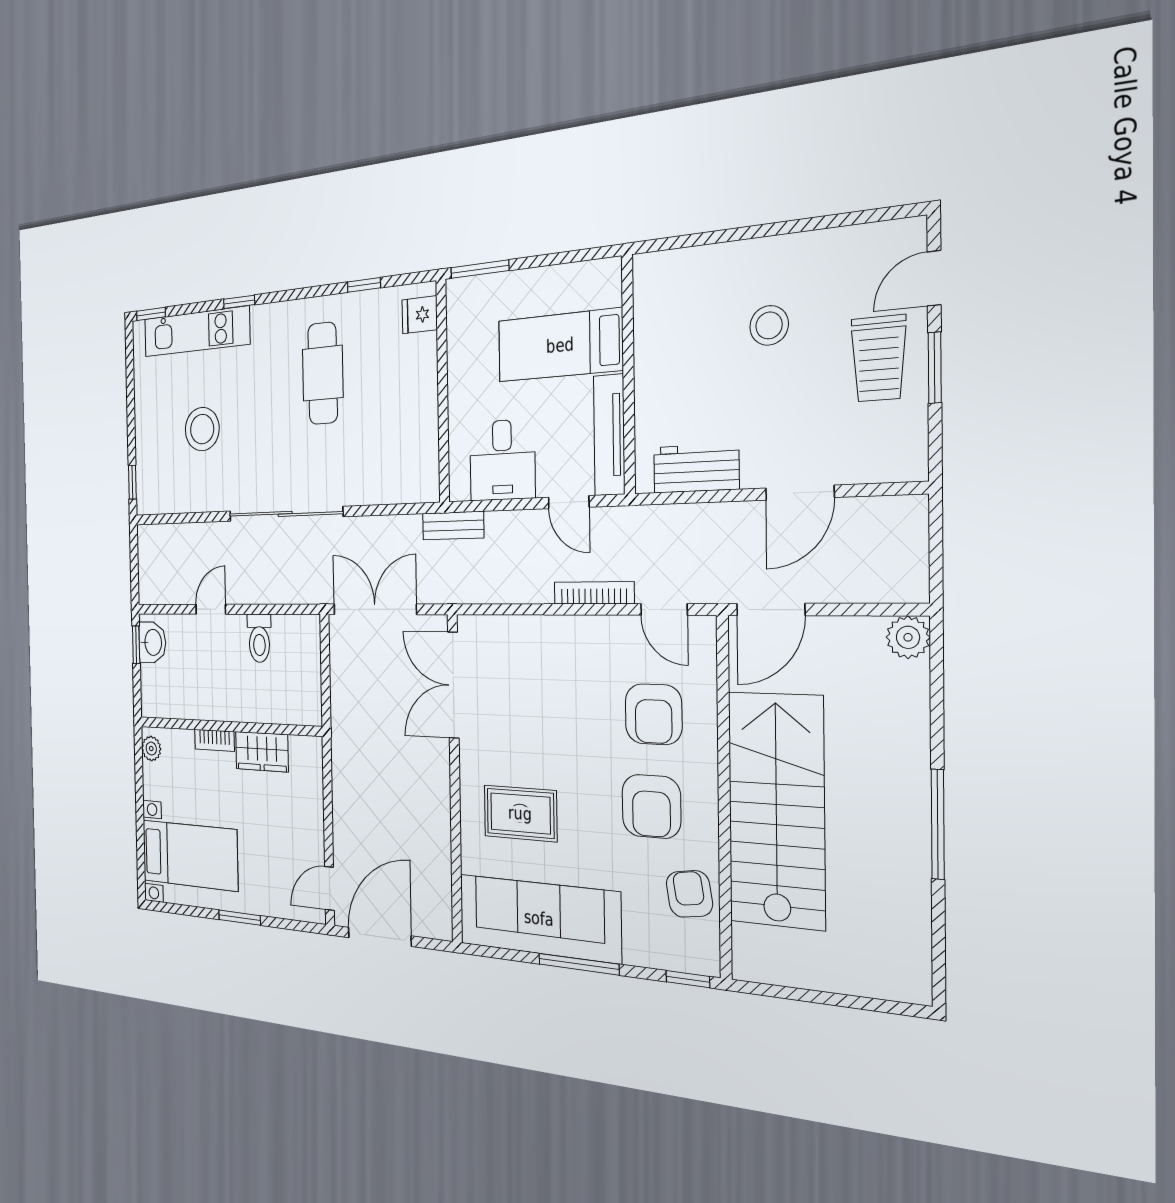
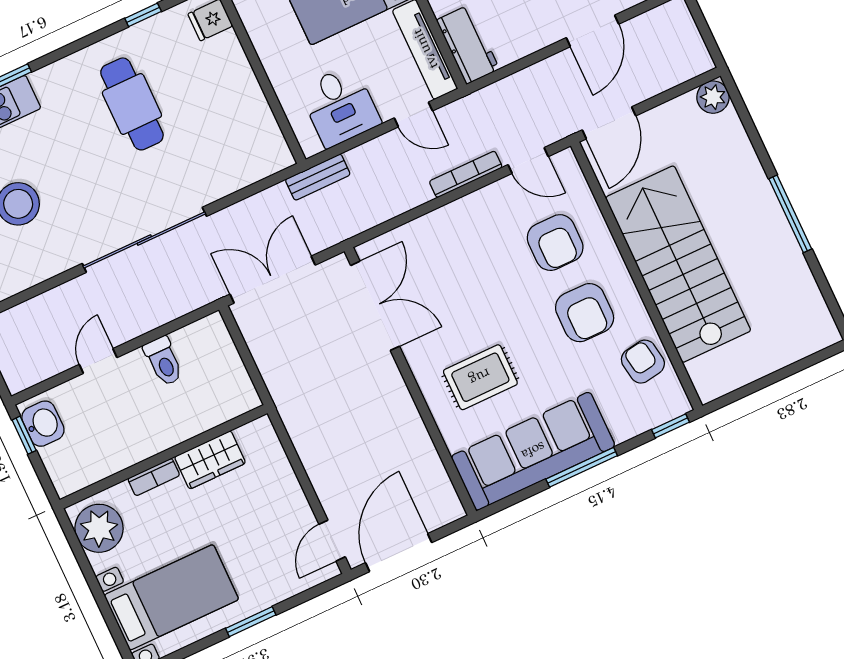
workbench: (696, 468) -> (468, 45), moved, turned 90
double door: (453, 685) -> (375, 306), swing flipped
plant: (151, 749) -> (99, 528), width x1.87, depth x1.87

